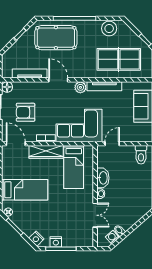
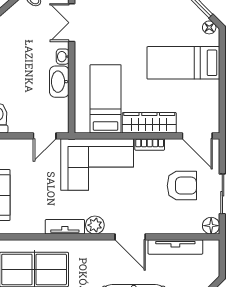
tv unit: (104, 86) -> (65, 227), width x0.71

